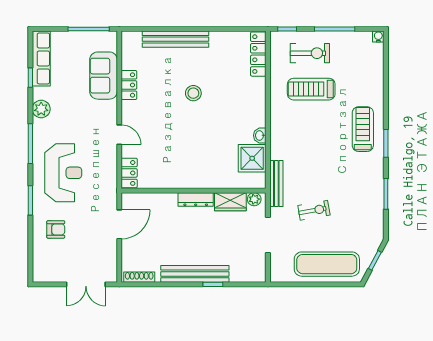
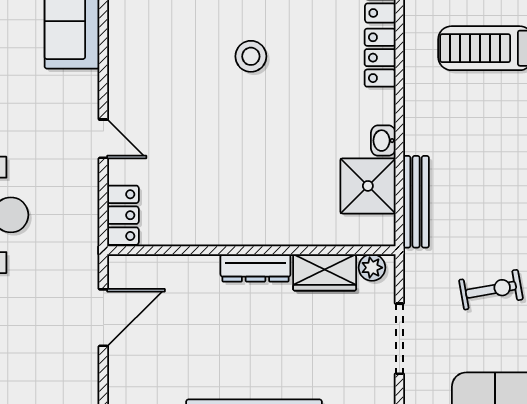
locker: (129, 85) -> (380, 58), moved, turned 180
bench: (276, 184) -> (416, 202), moved

